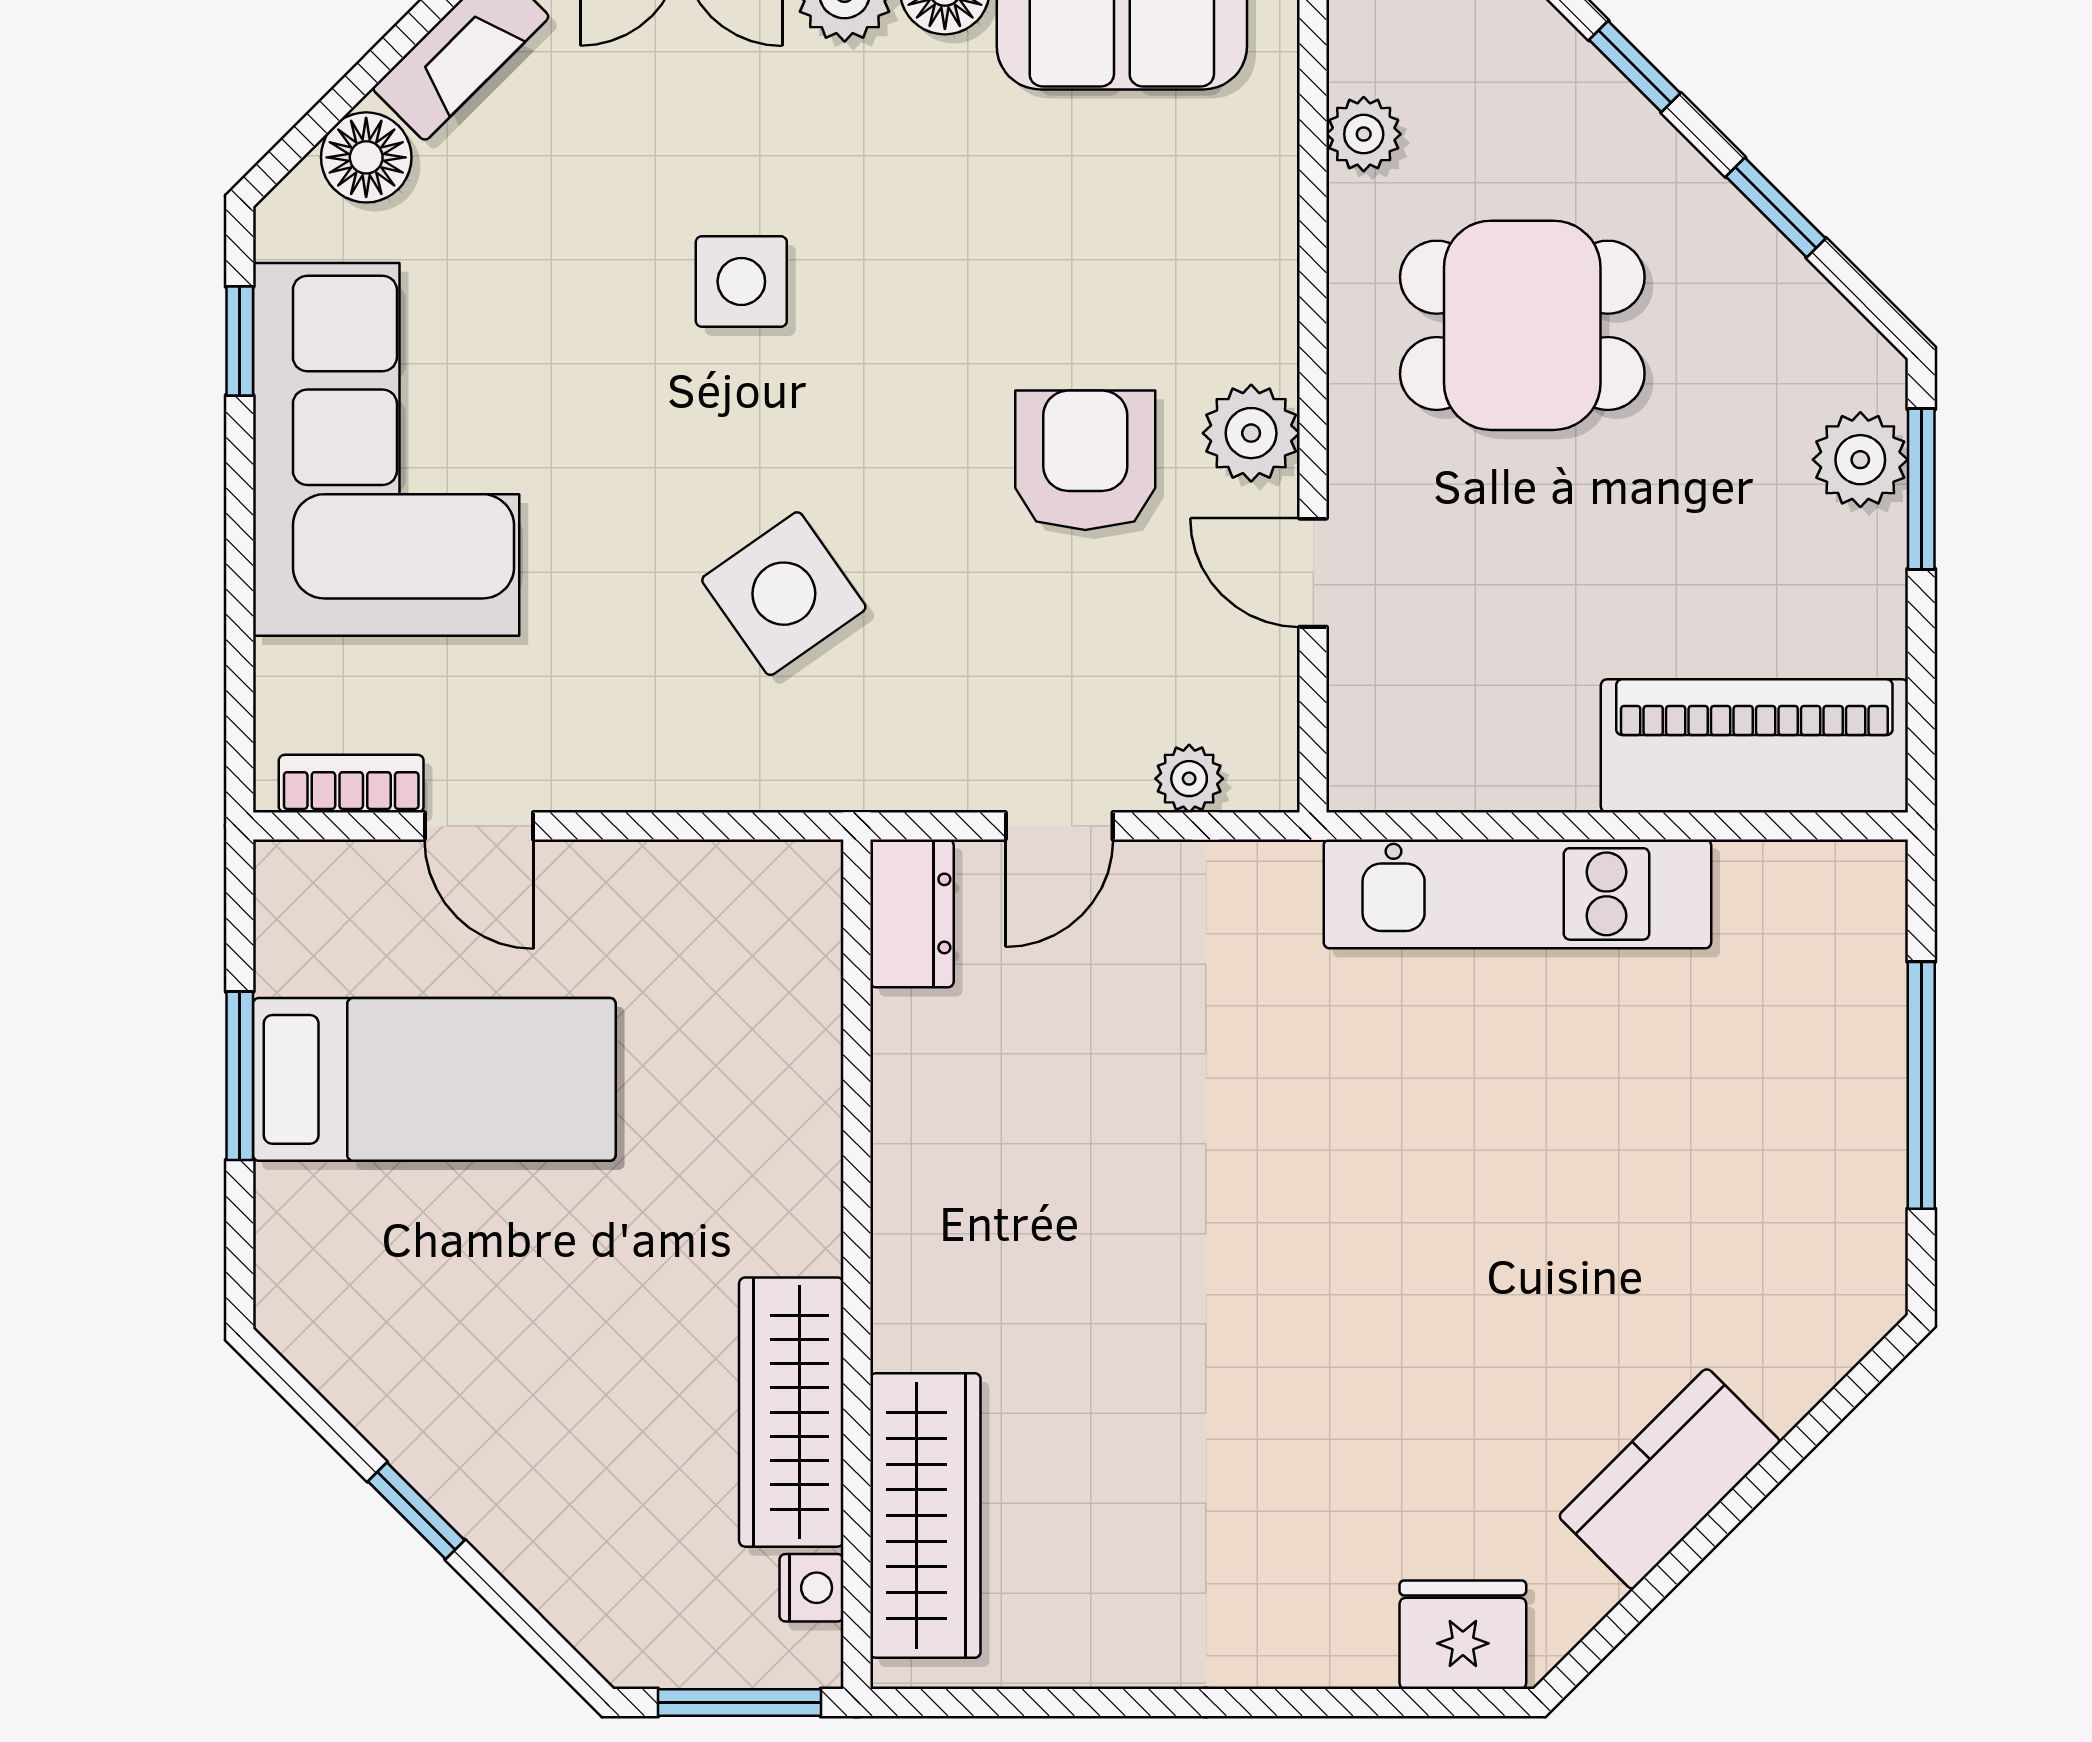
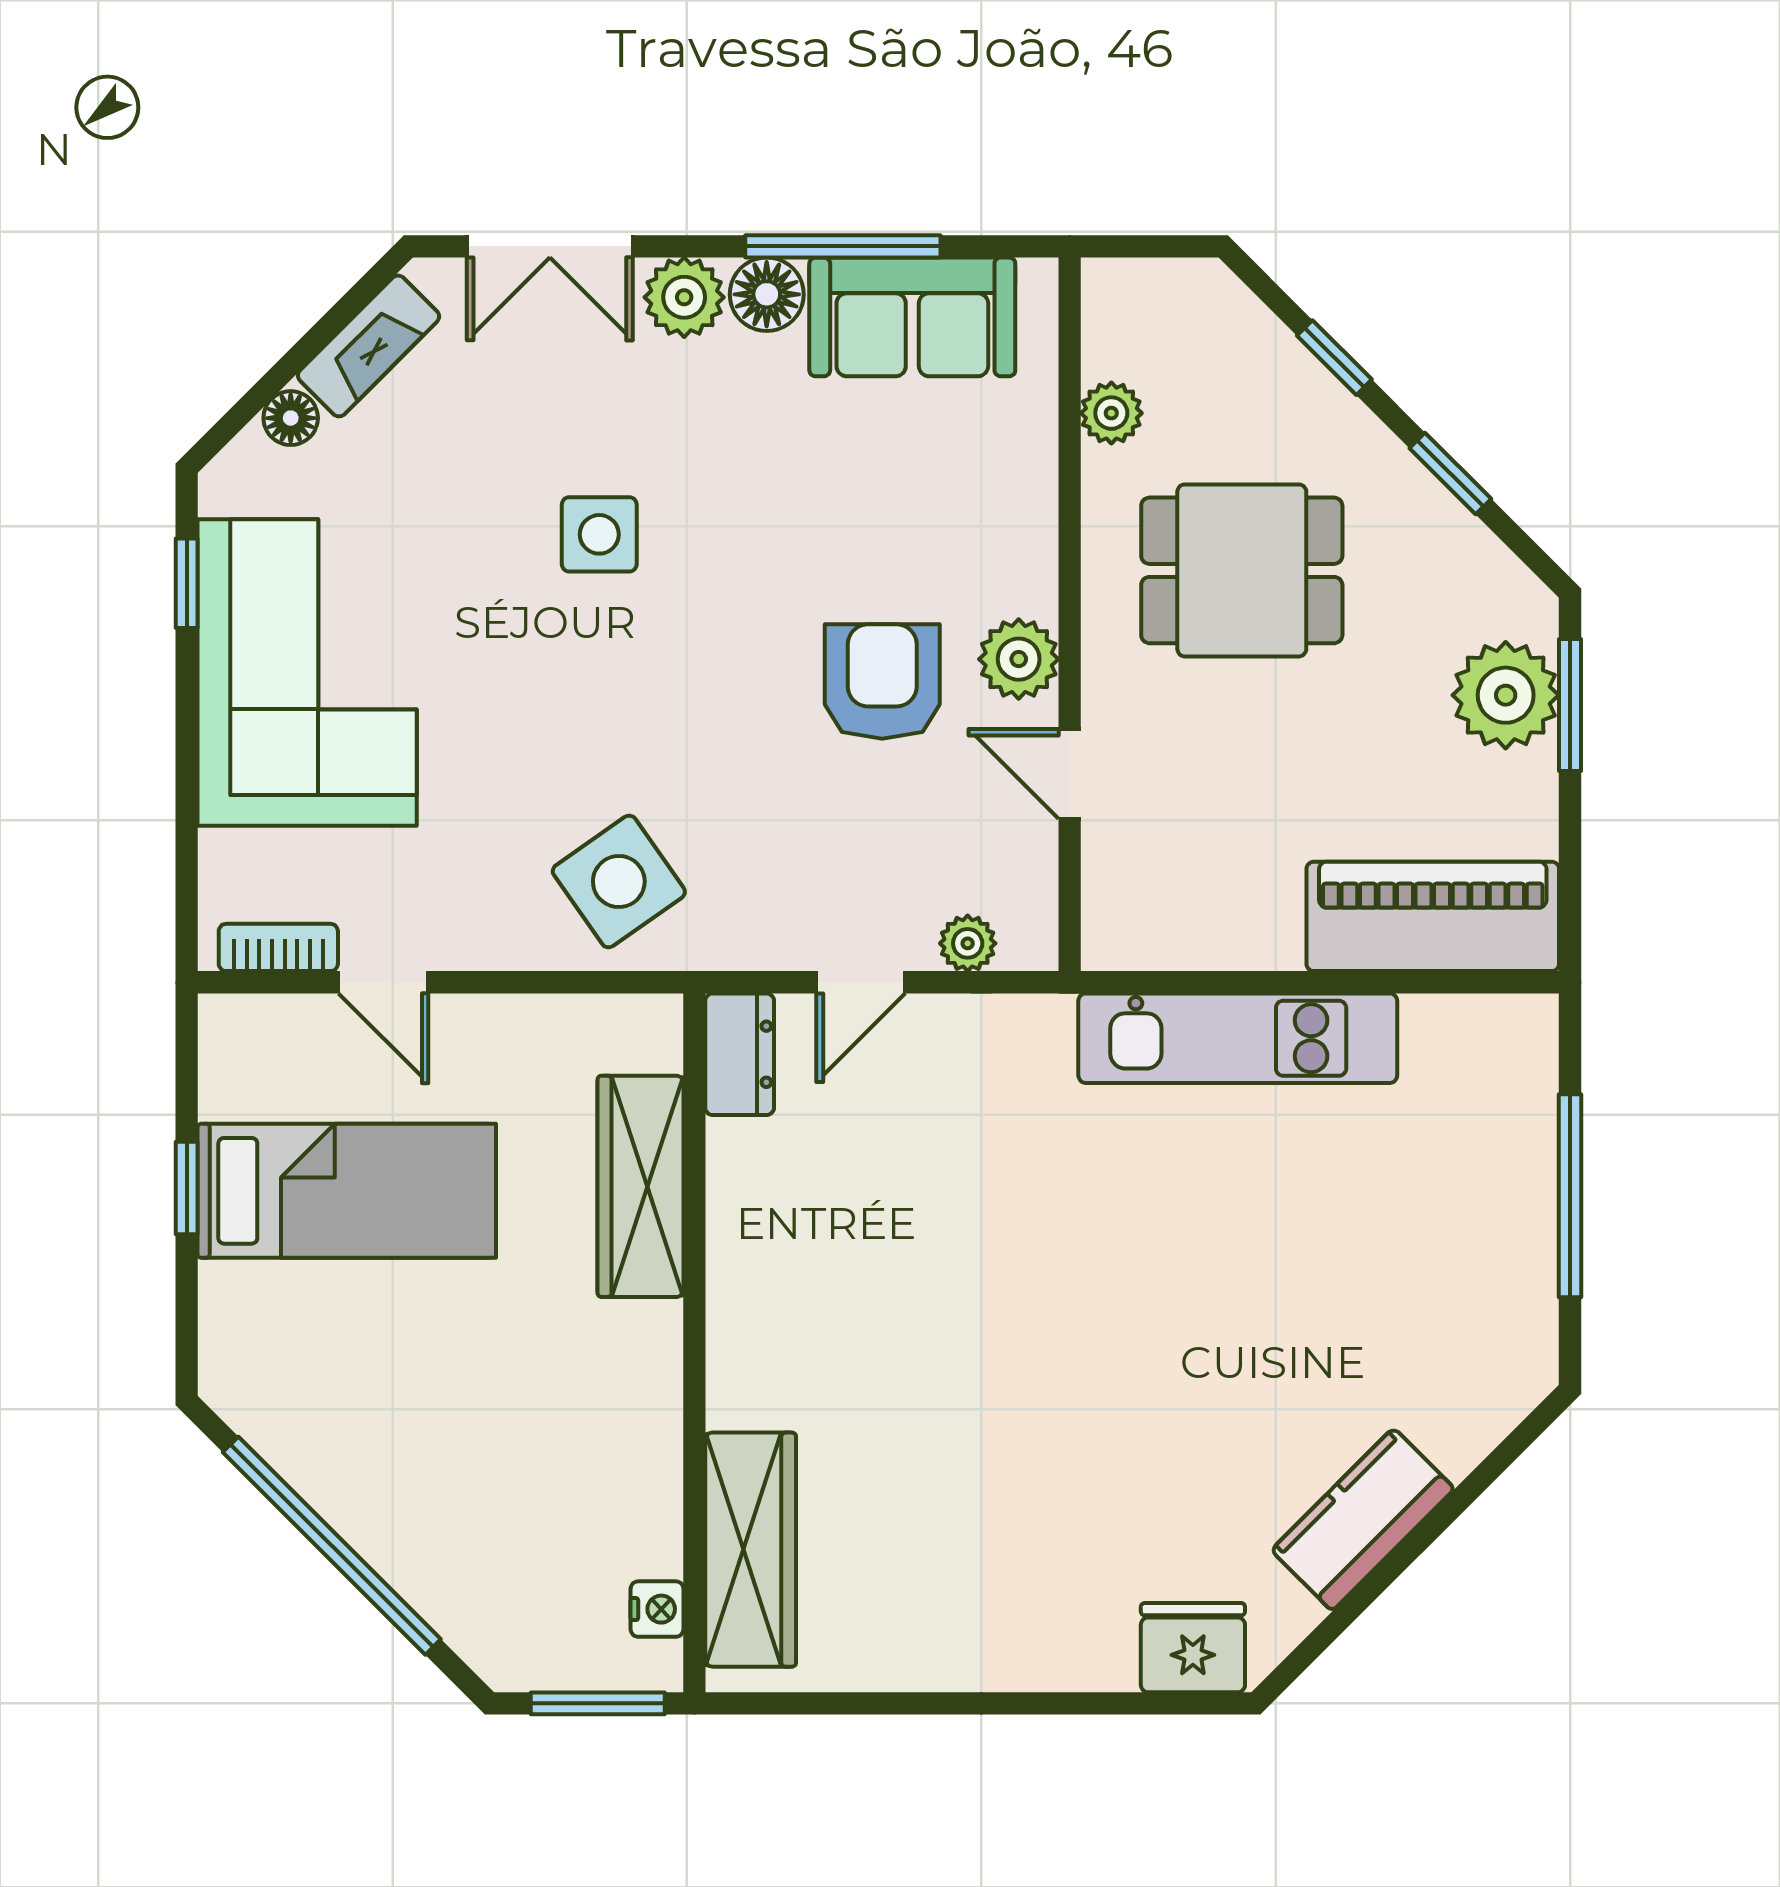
floor lamp: (366, 157) -> (291, 418), width x0.73, depth x0.73
plant: (1860, 460) -> (1506, 695), width x1.36, depth x1.36
side table: (784, 594) -> (619, 882), moved
window: (240, 1076) -> (187, 1188), width x0.67
wardrobe: (791, 1412) -> (640, 1186), moved
window: (416, 1511) -> (332, 1546), width x3.17

